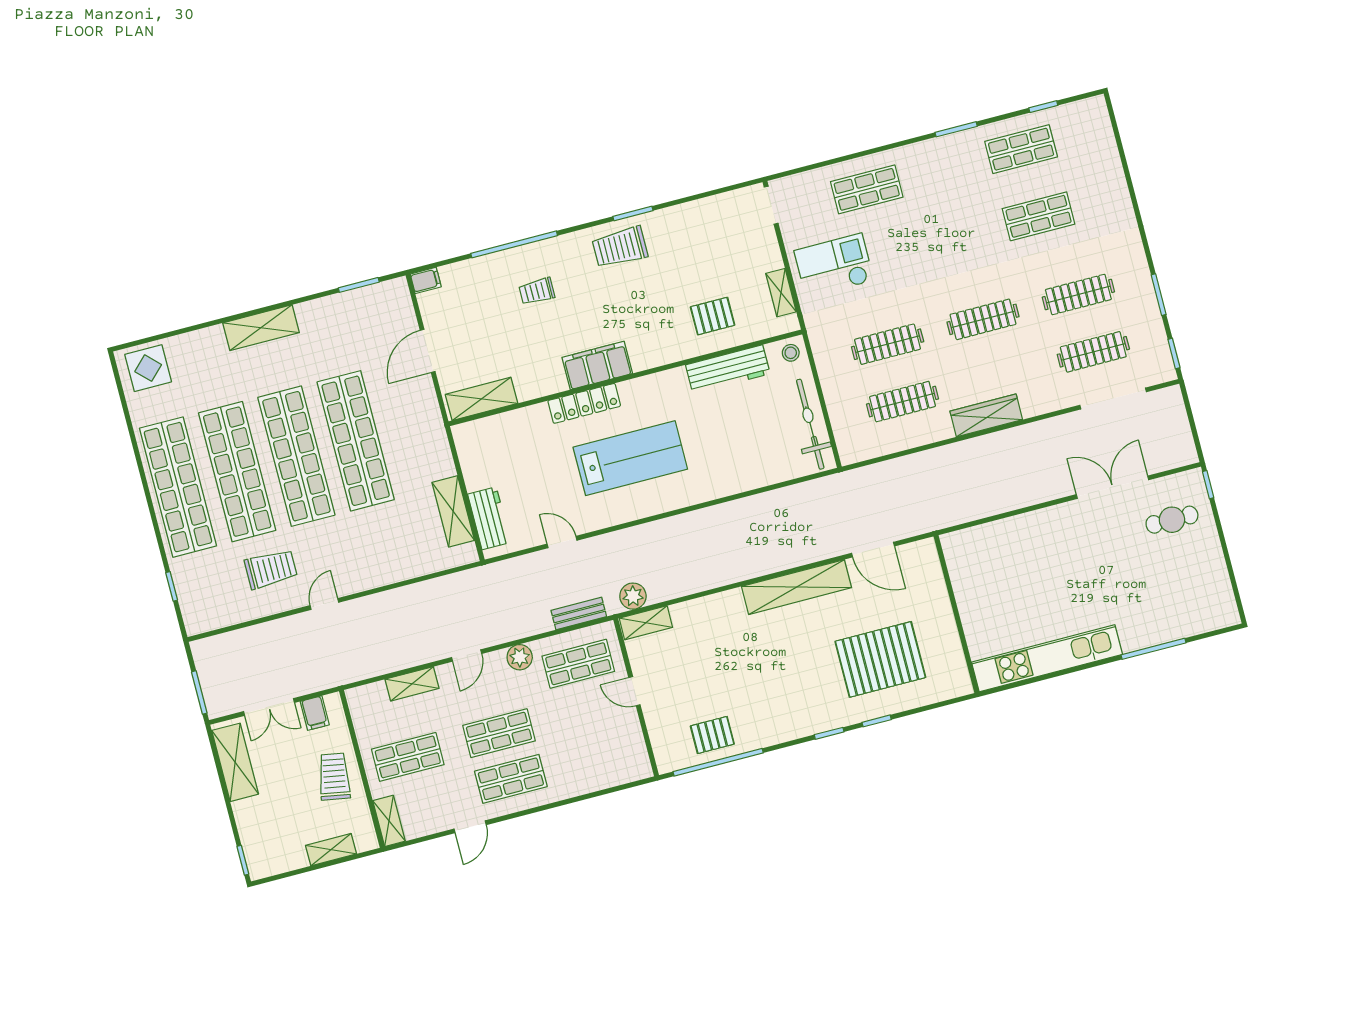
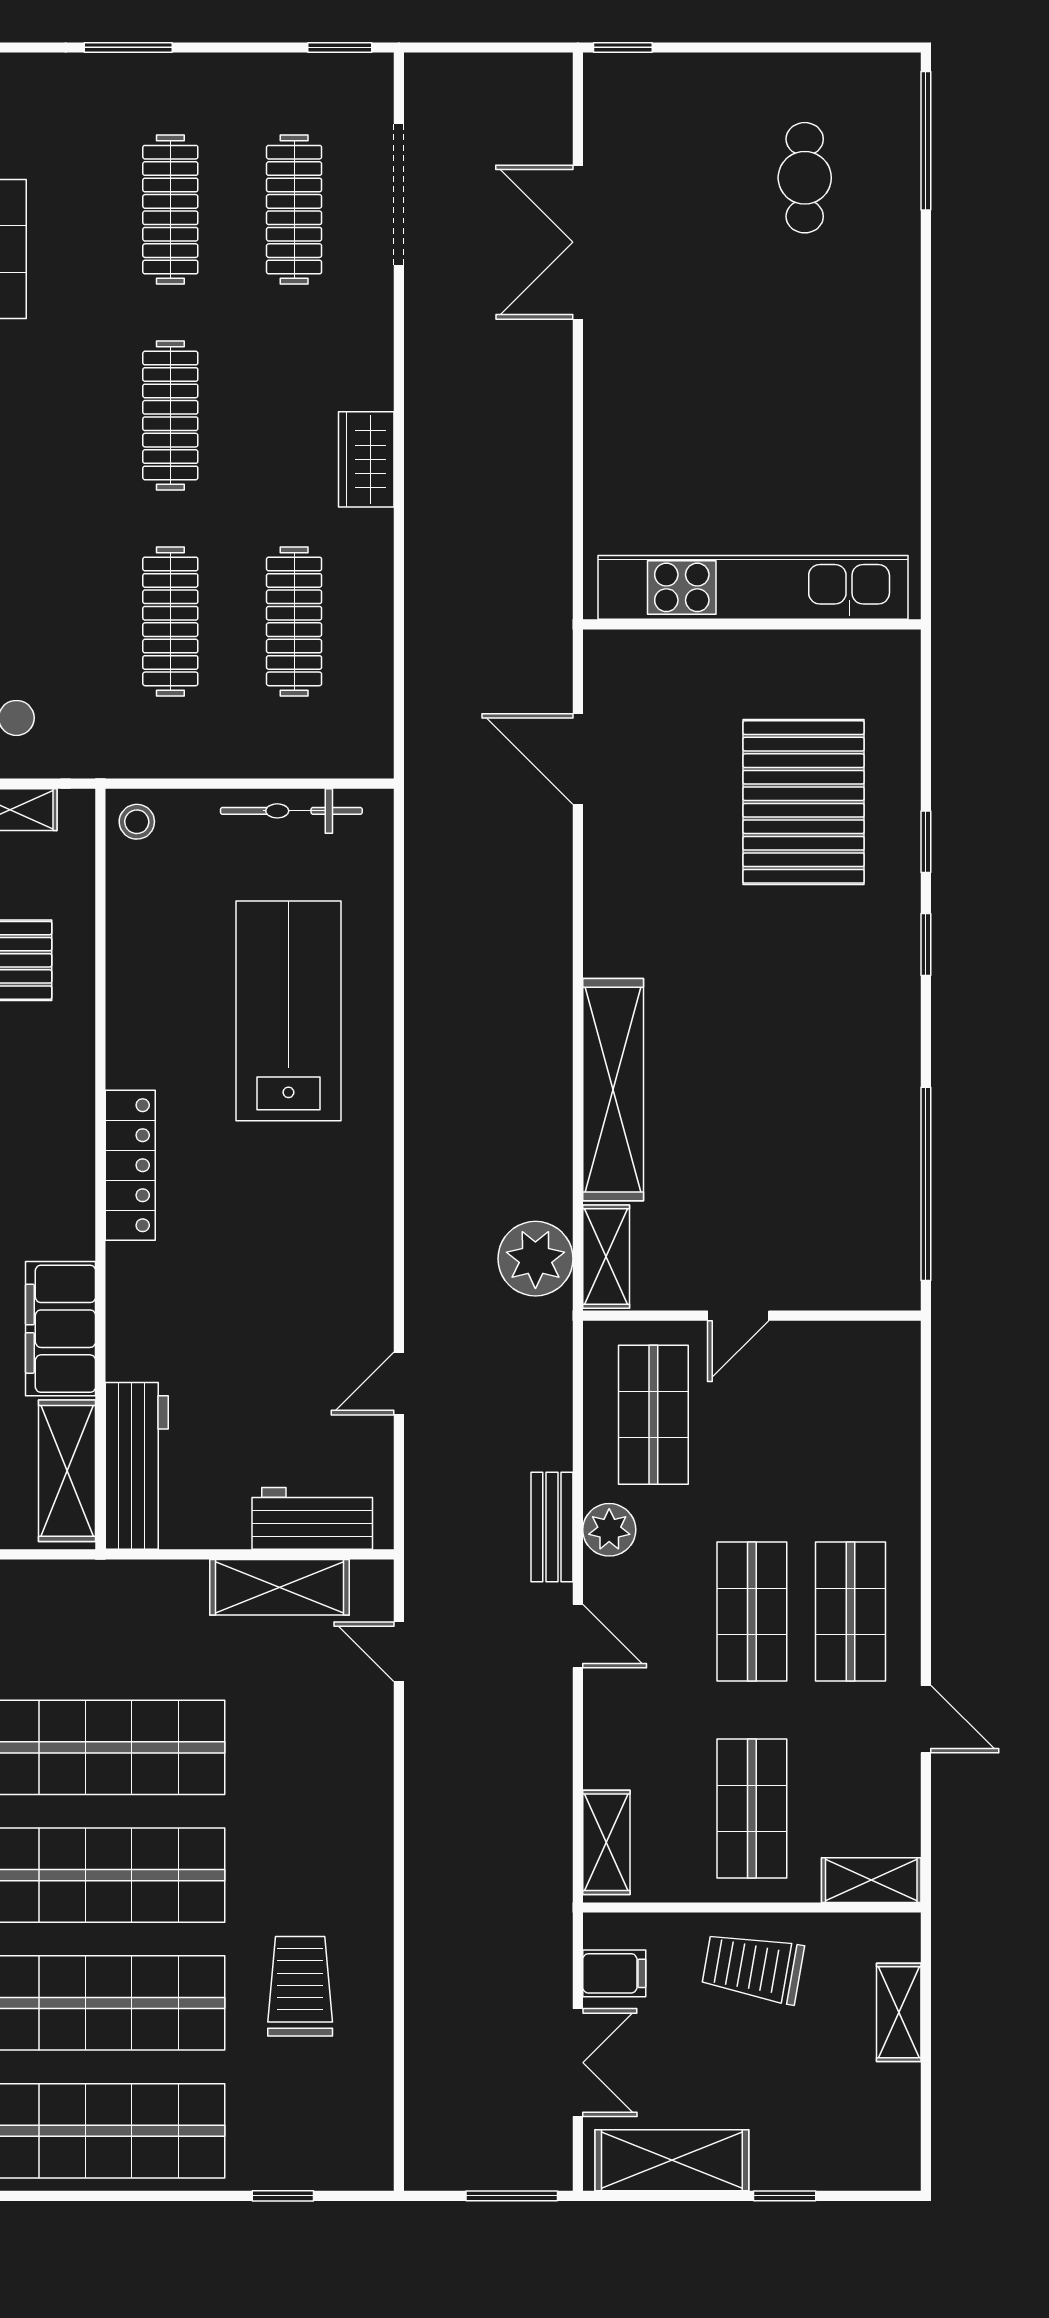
window: (1159, 295) -> (128, 47), moved
filing cabinet: (597, 366) -> (61, 1329), moved
workbench: (728, 369) -> (137, 1466), moved
locker: (584, 403) -> (130, 1165), moved
wardrobe: (986, 415) -> (366, 459), width x0.67
bicycle: (810, 424) -> (291, 811), width x0.73, depth x0.71
lab bench: (630, 458) -> (288, 1011), moved
cafe table: (1172, 520) -> (805, 178), moved
door: (873, 550) -> (578, 759), swing flipped
shelving: (797, 587) -> (613, 1090), moved
plant: (633, 596) -> (535, 1259), width x1.36, depth x1.36
door: (324, 604) -> (399, 1652), moved
bench: (579, 613) -> (552, 1527), moved
window: (1154, 649) -> (926, 141), moved
kitchen unit: (1047, 658) -> (753, 587), moved, turned 90
shelving: (412, 684) -> (606, 1842), moved
pallet: (712, 735) -> (868, 1181), removed
window: (243, 860) -> (785, 2196), moved

